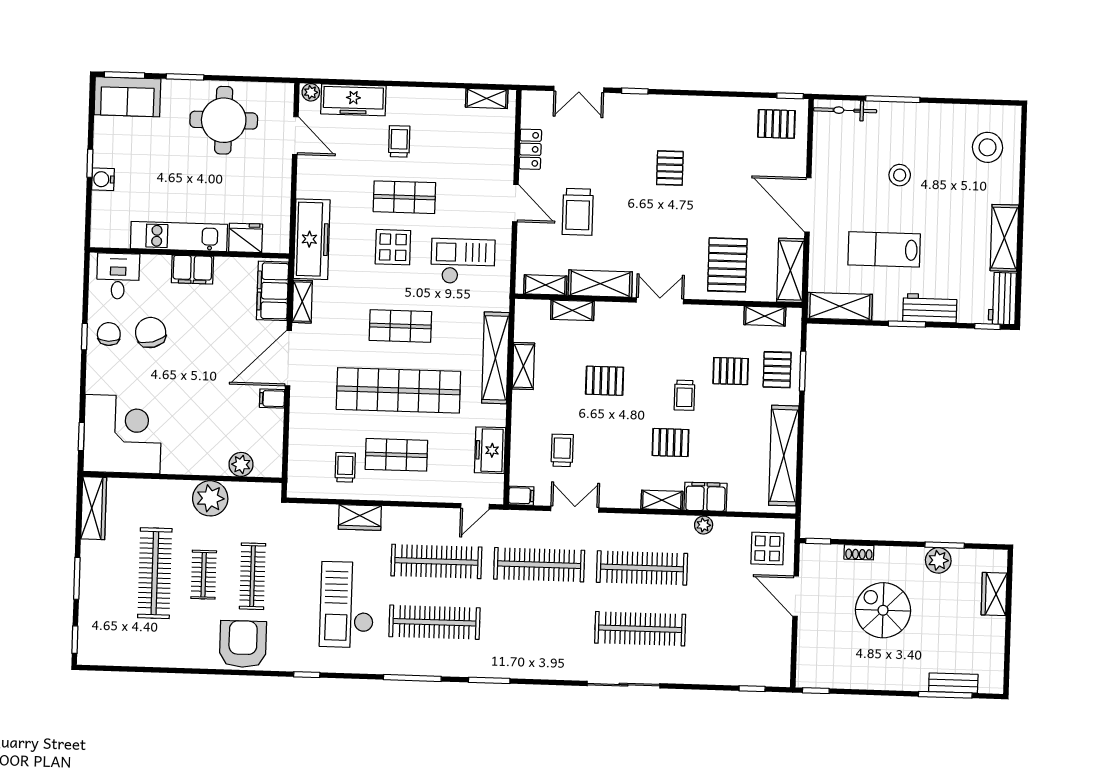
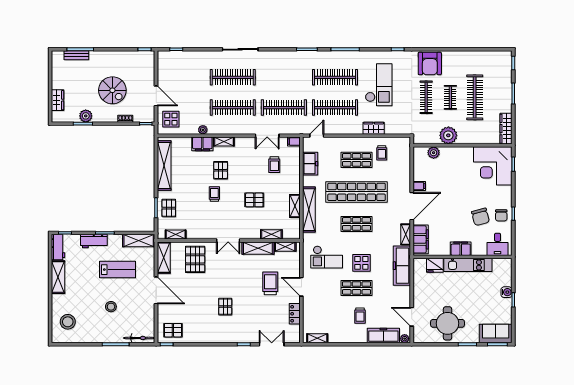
pallet: (731, 371) -> (192, 207), removed
pallet: (670, 443) -> (221, 170), turned 90

